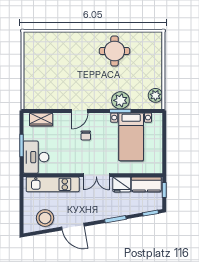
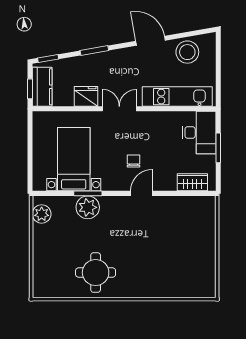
kitchen counter: (146, 184) -> (42, 87), moved, turned 90

